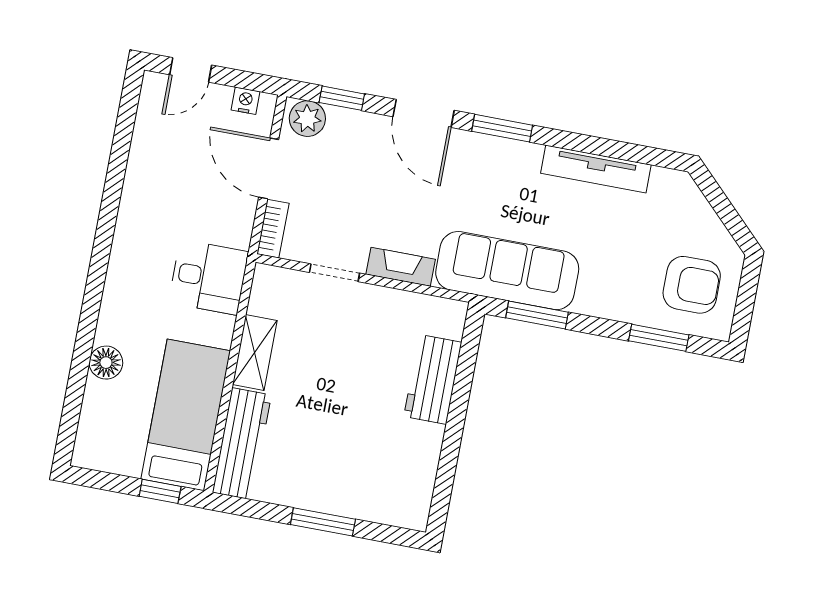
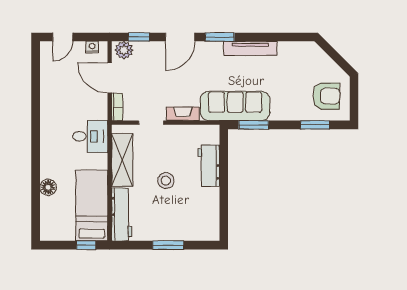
door: (424, 113) -> (180, 37), hinge flipped
tv unit: (596, 169) -> (250, 48), moved
shelving: (255, 353) -> (122, 160), width x1.50, depth x1.33
stool: (342, 393) -> (166, 181), added

